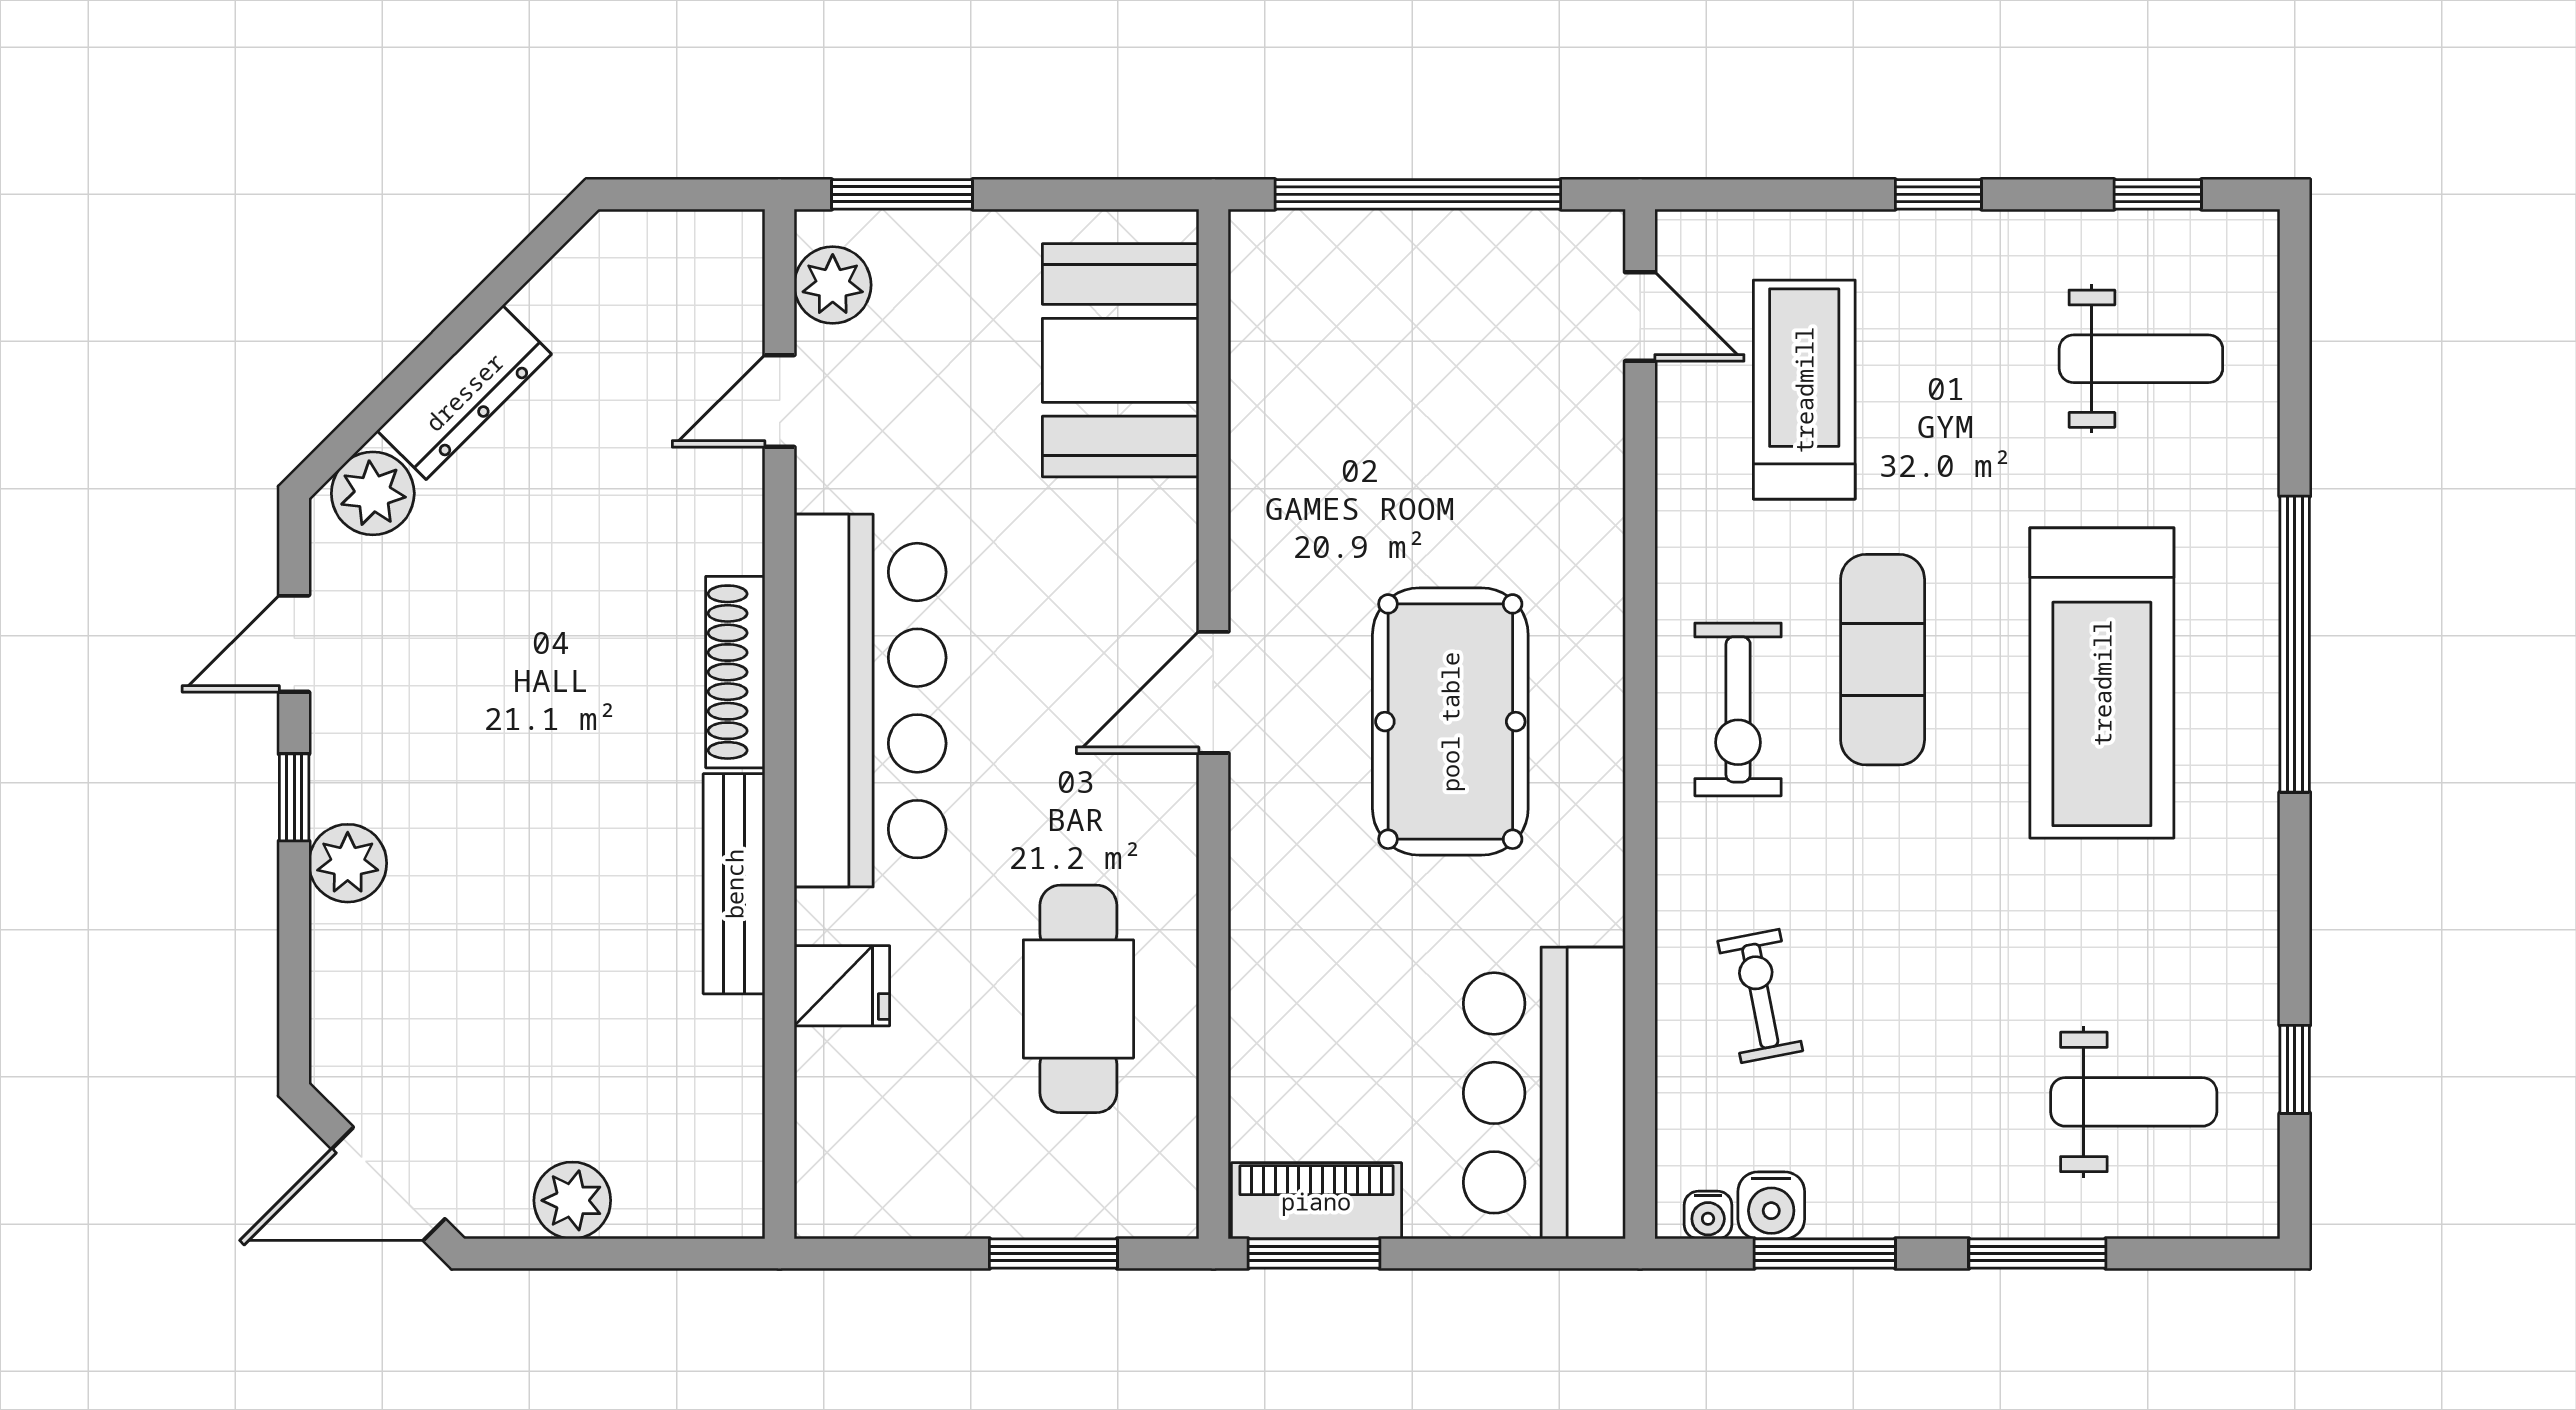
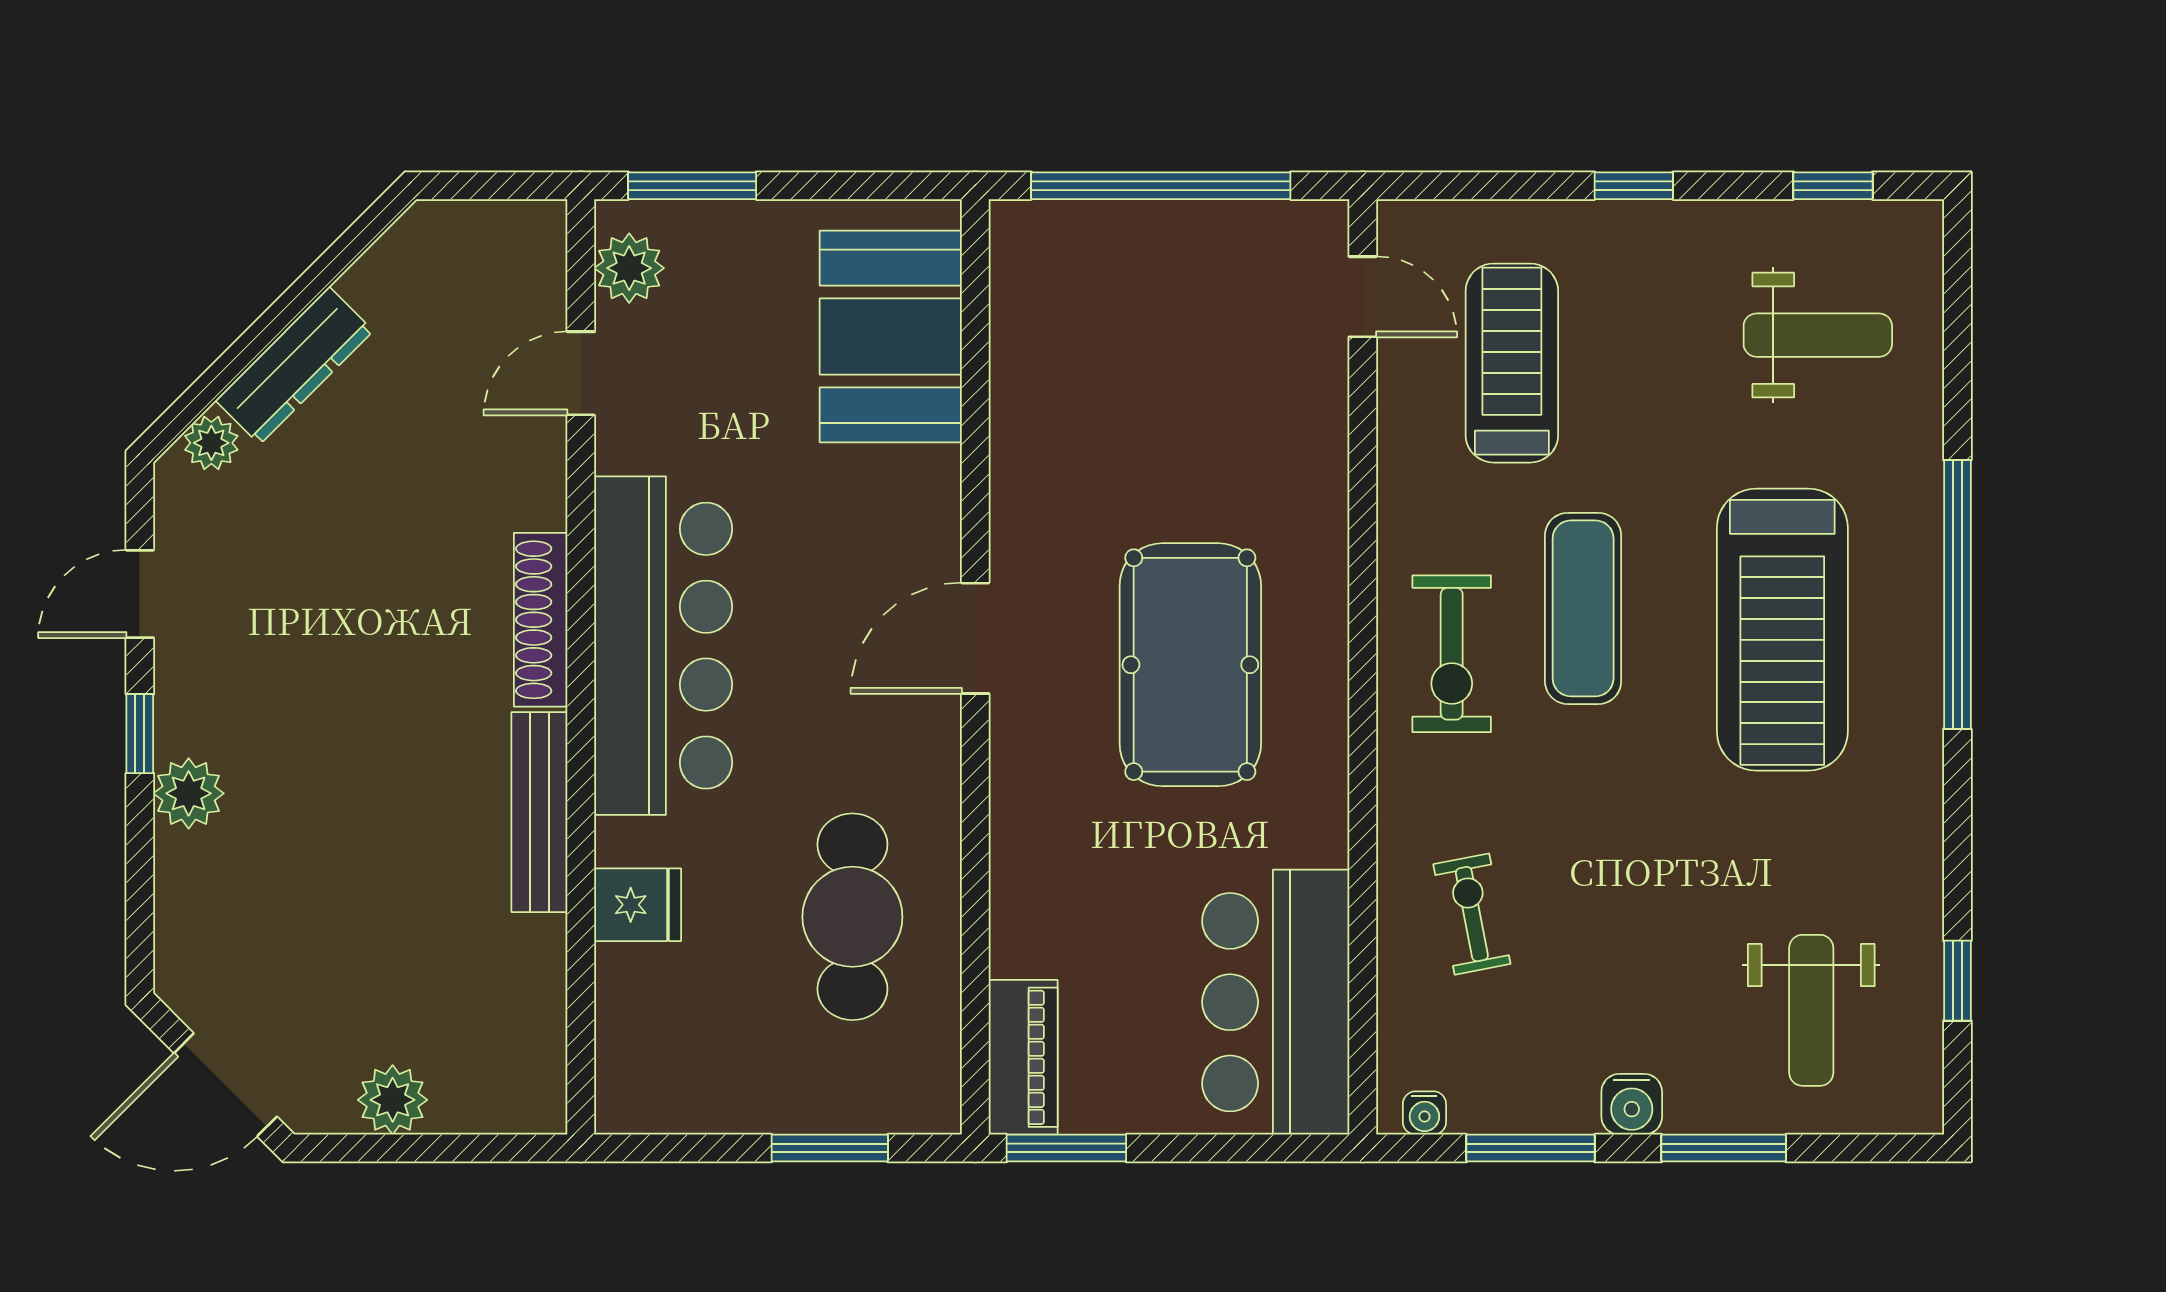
plant: (373, 493) -> (211, 443), width x0.73, depth x0.73
weight bench: (2134, 1102) -> (1811, 1010), turned 90
piano: (1316, 1201) -> (1023, 1057), moved, turned 90
water cooler: (1771, 1205) -> (1632, 1104), moved

